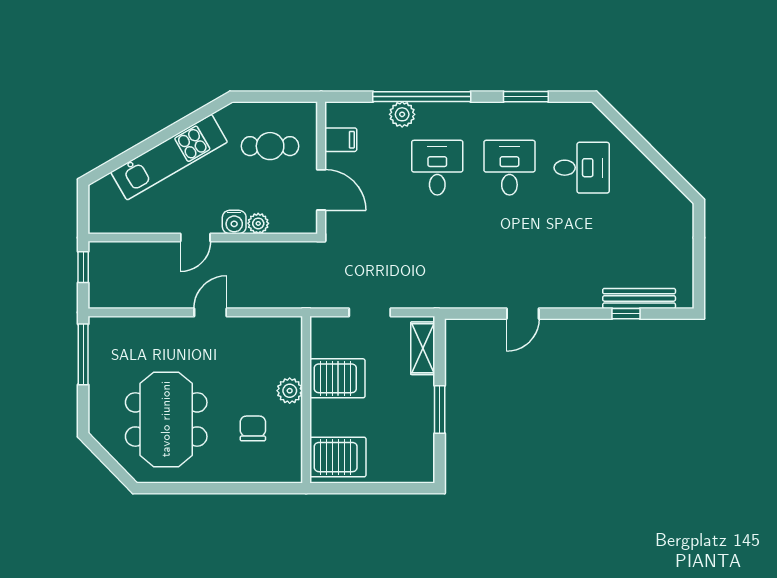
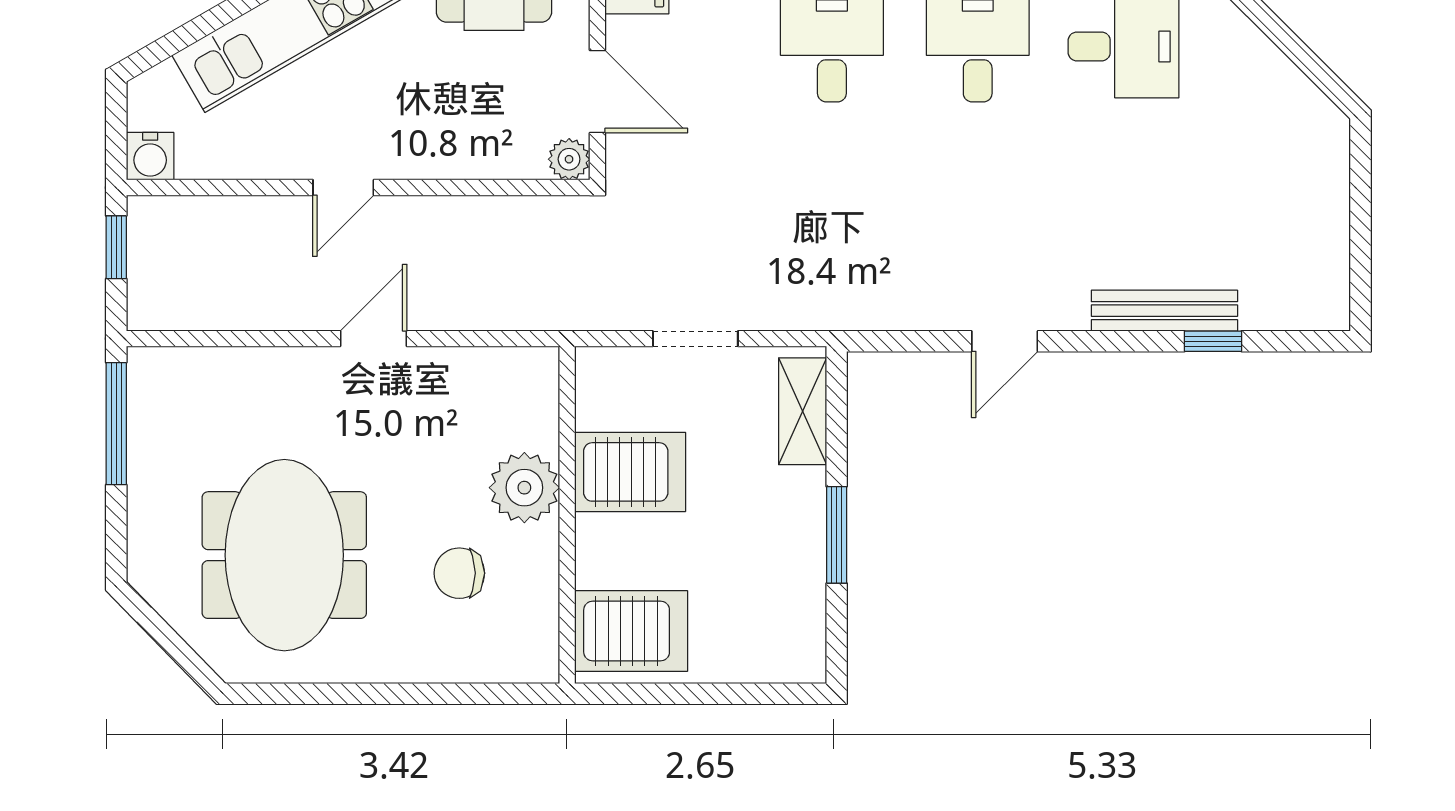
water cooler: (234, 222) -> (150, 156), moved
plant: (258, 223) -> (569, 159), moved
bench: (639, 298) -> (1164, 311), moved
plant: (290, 391) -> (524, 488), width x1.36, depth x1.36
chair: (253, 428) -> (459, 573), turned -90

